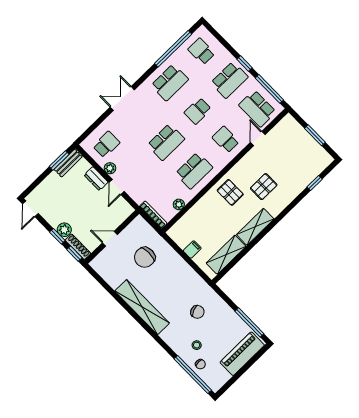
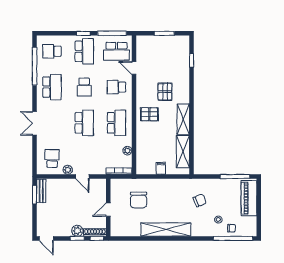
dresser: (96, 179) -> (66, 184), removed

